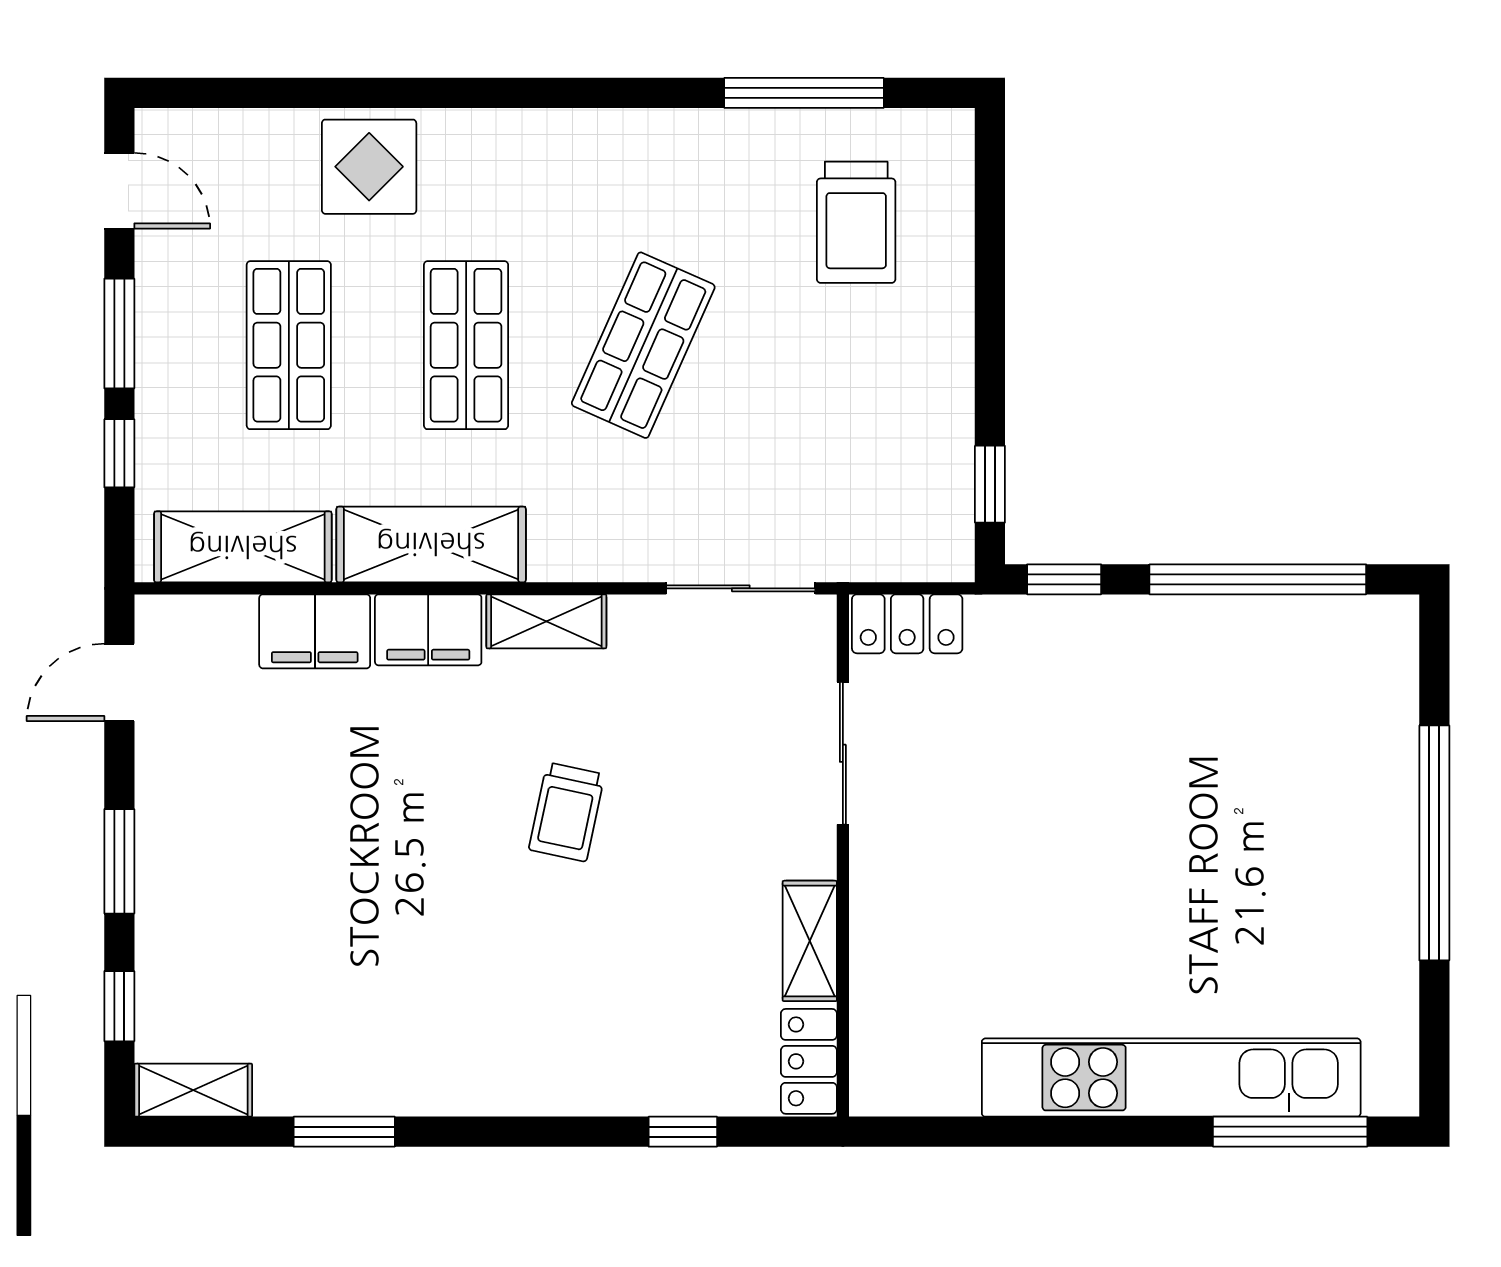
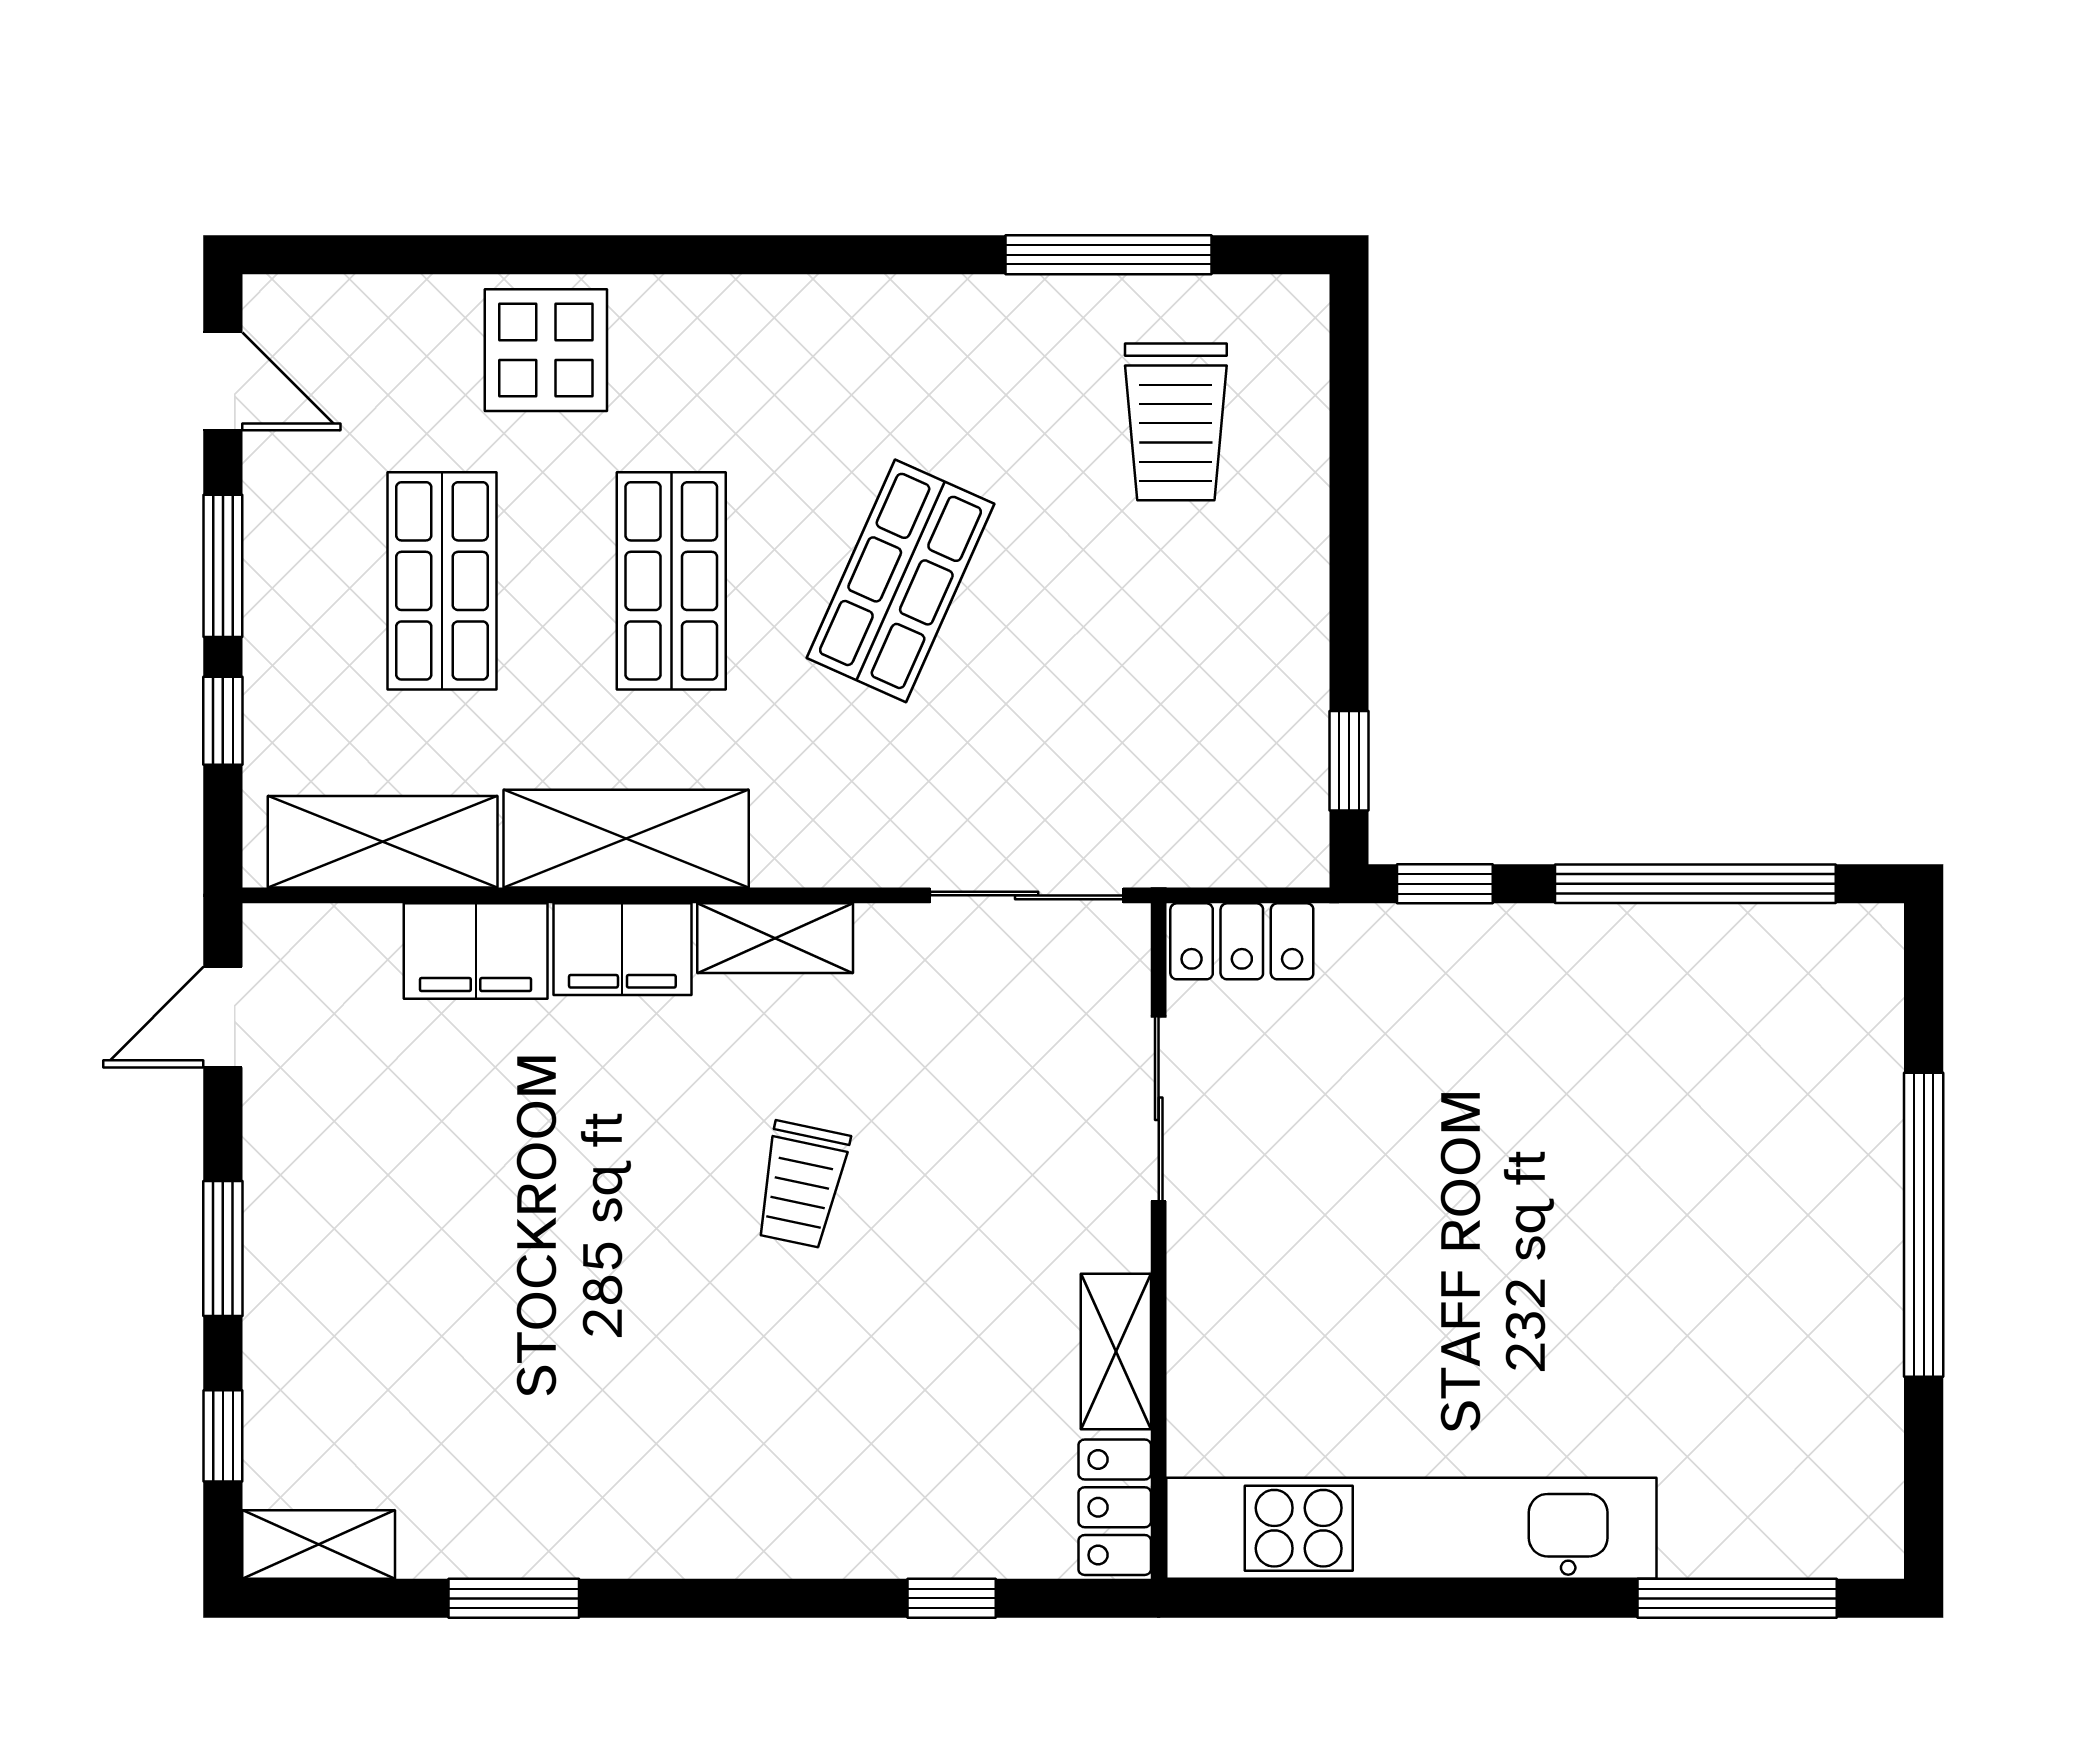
kitchen unit: (1171, 1078) -> (1411, 1528), moved

